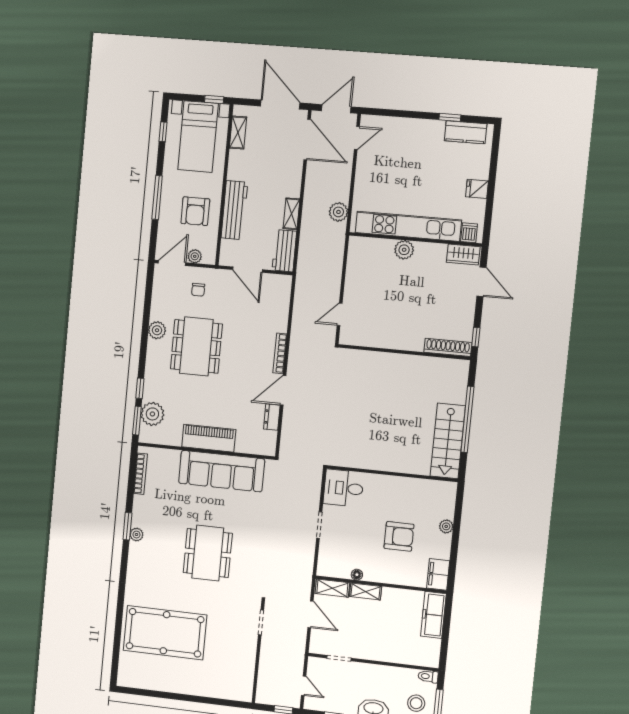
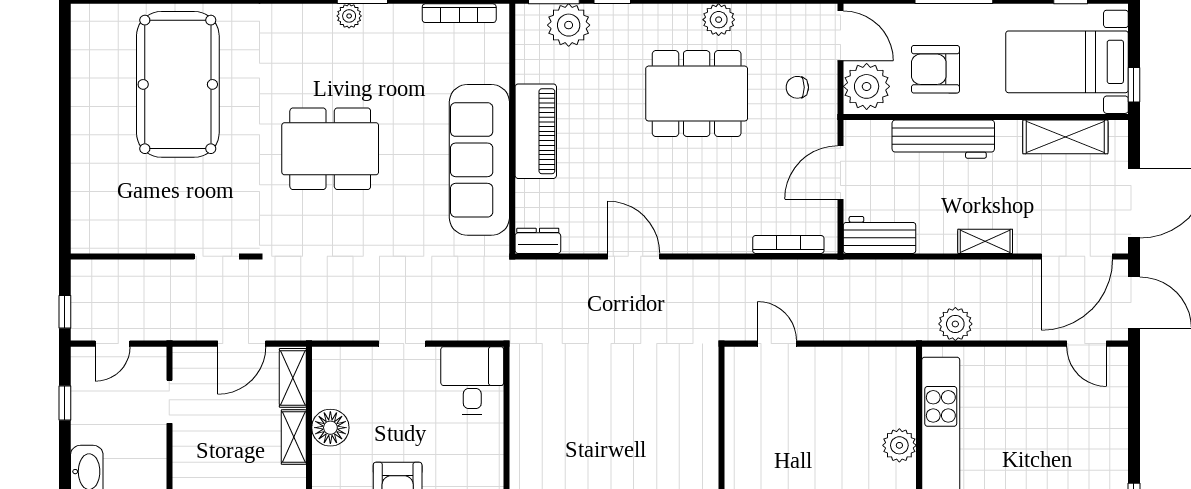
shelving: (238, 133) -> (1065, 137), width x1.50, depth x1.33
shelving: (291, 214) -> (985, 241), moved
plant: (195, 256) -> (867, 86), width x1.88, depth x1.88
bookcase: (280, 353) -> (788, 244), moved
dresser: (272, 417) -> (538, 241), moved
floor lamp: (357, 575) -> (330, 428), width x1.89, depth x1.89

